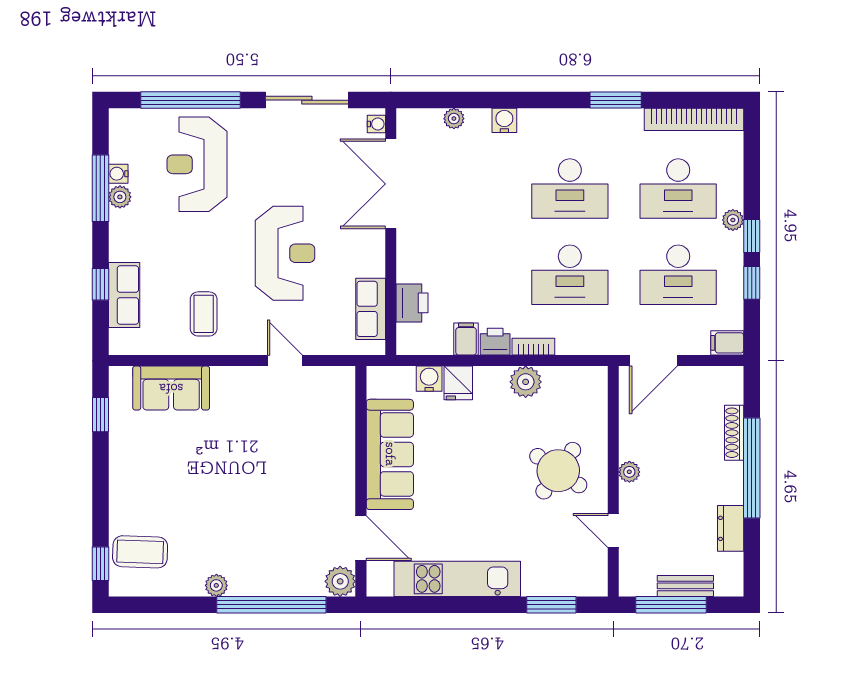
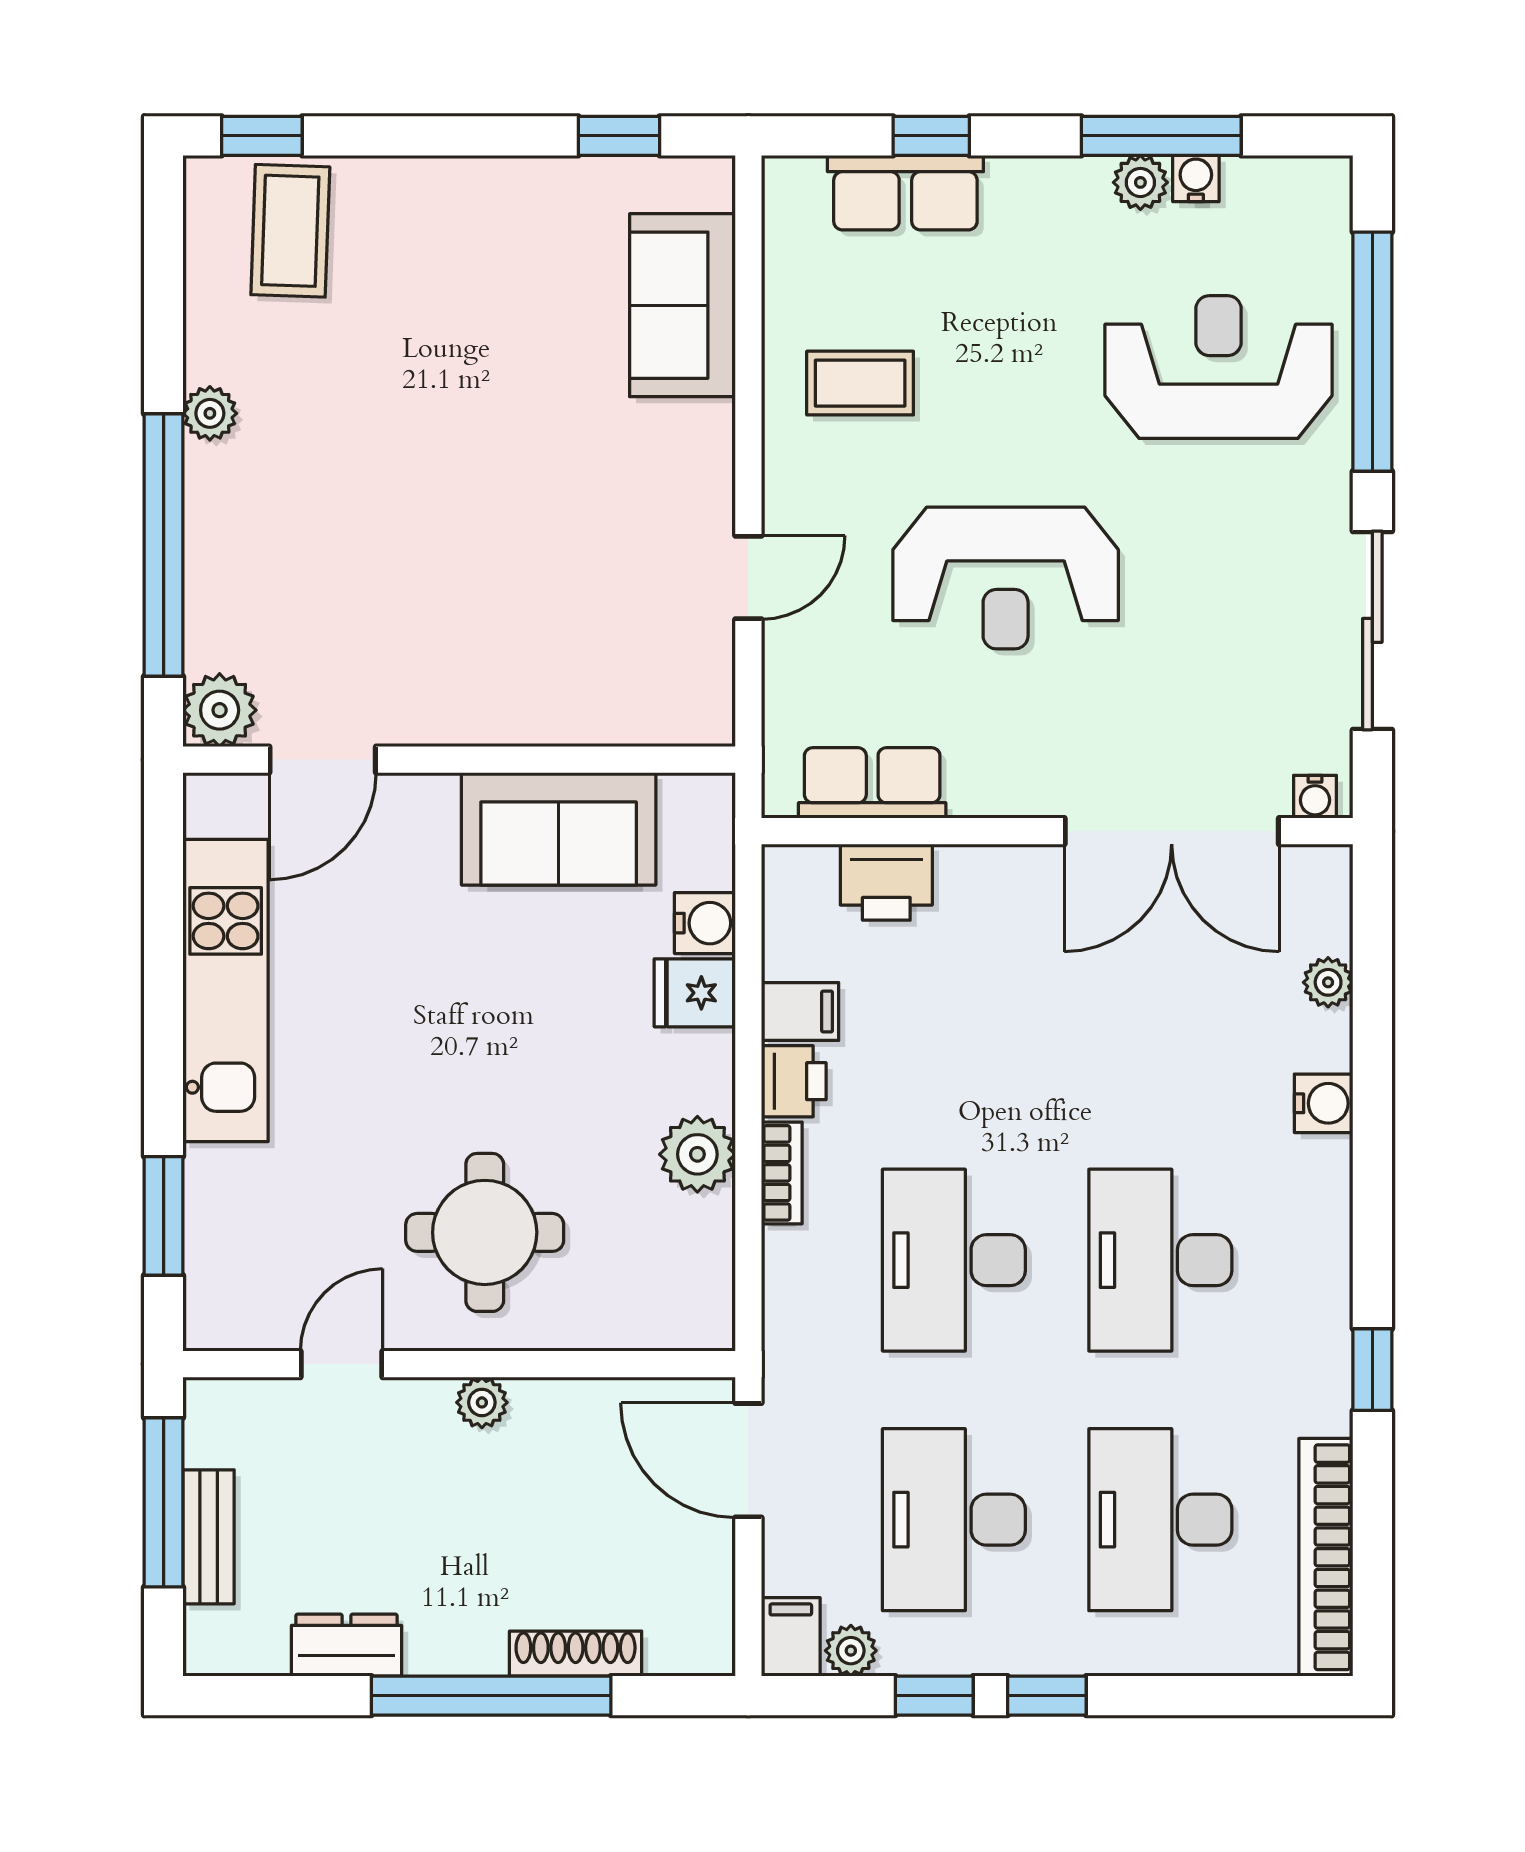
window: (616, 100) -> (1372, 1370), width x0.67
double door: (391, 184) -> (1172, 831), swing flipped
plant: (733, 220) -> (851, 1651), moved
sofa: (390, 454) -> (559, 829), width x0.73
round table: (558, 471) -> (485, 1232), turned -35

